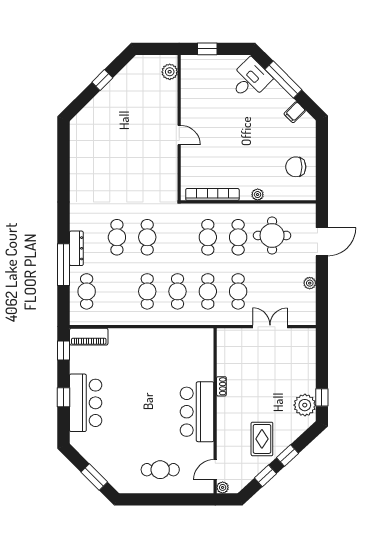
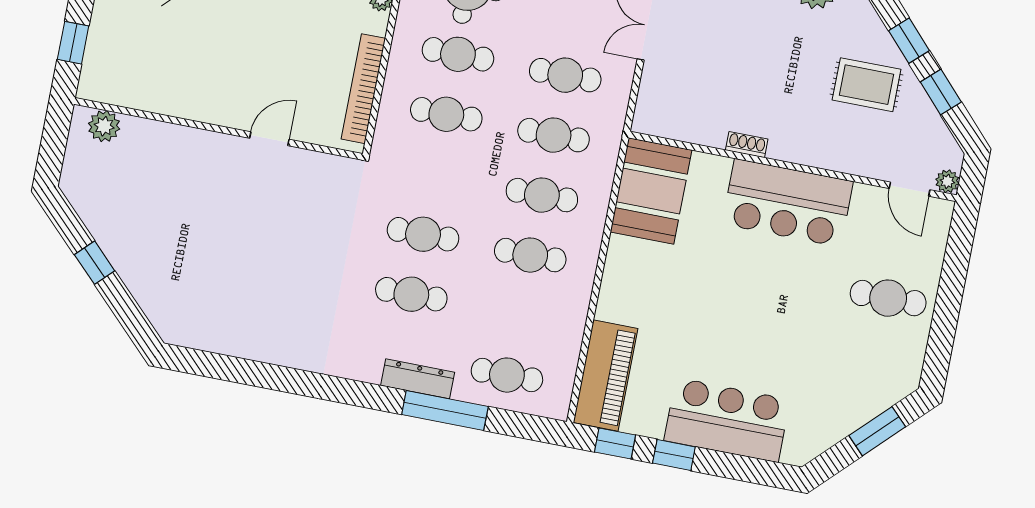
door: (179, 135) -> (269, 139), moved
piano: (89, 337) -> (606, 375), width x1.37, depth x1.33
booth: (190, 344) -> (651, 191), added
window: (64, 397) -> (674, 455), moved
cafe table: (160, 470) -> (888, 298), turned 90

